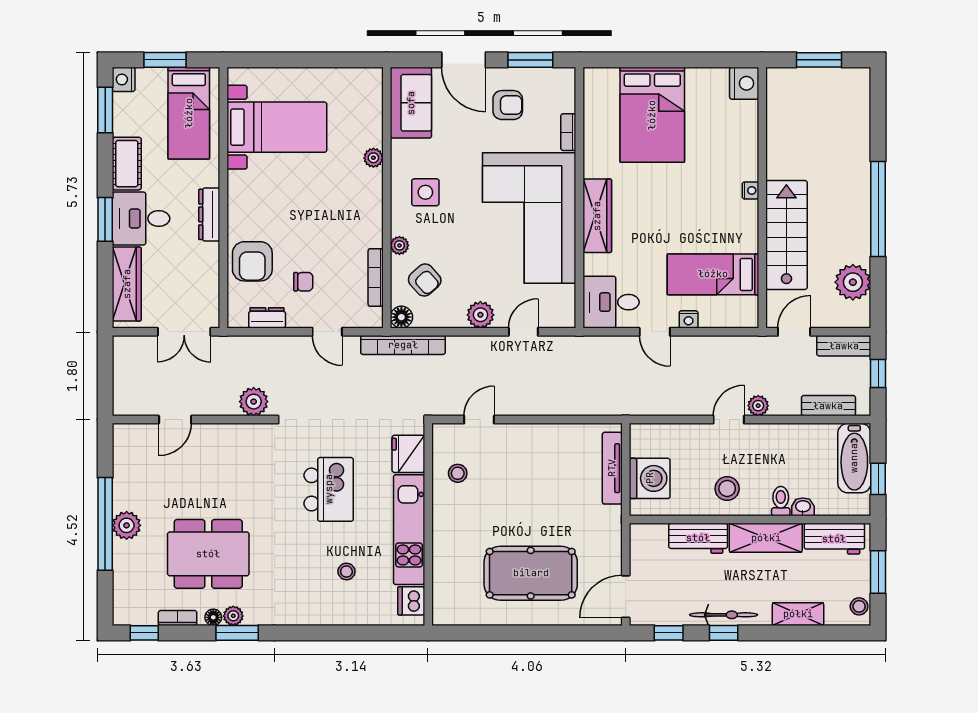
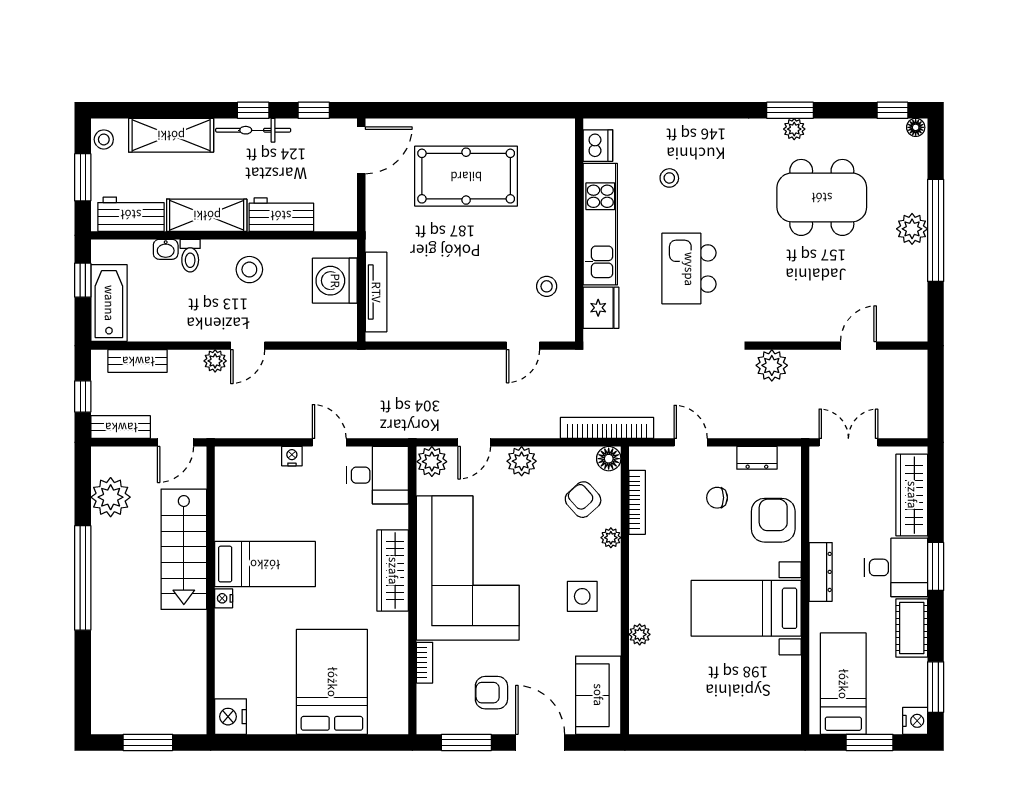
bed with nightstands: (277, 127) -> (746, 608), moved
bed: (713, 274) -> (265, 564), moved
plant: (562, 314) -> (432, 462), added
shelving: (798, 614) -> (171, 135), width x1.50, depth x1.33
floor lamp: (213, 617) -> (916, 127), moved
bookcase: (178, 618) -> (856, 127), removed

